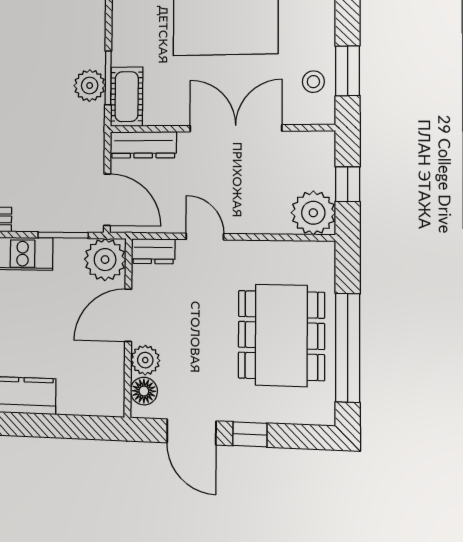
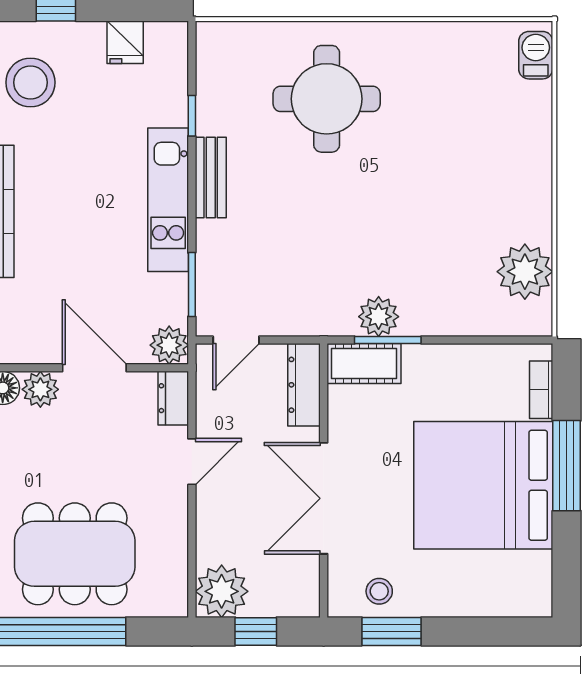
double door: (236, 128) -> (324, 498), swing flipped
door: (107, 200) -> (236, 340), width x0.73
plant: (105, 260) -> (169, 345), width x0.73, depth x0.73

